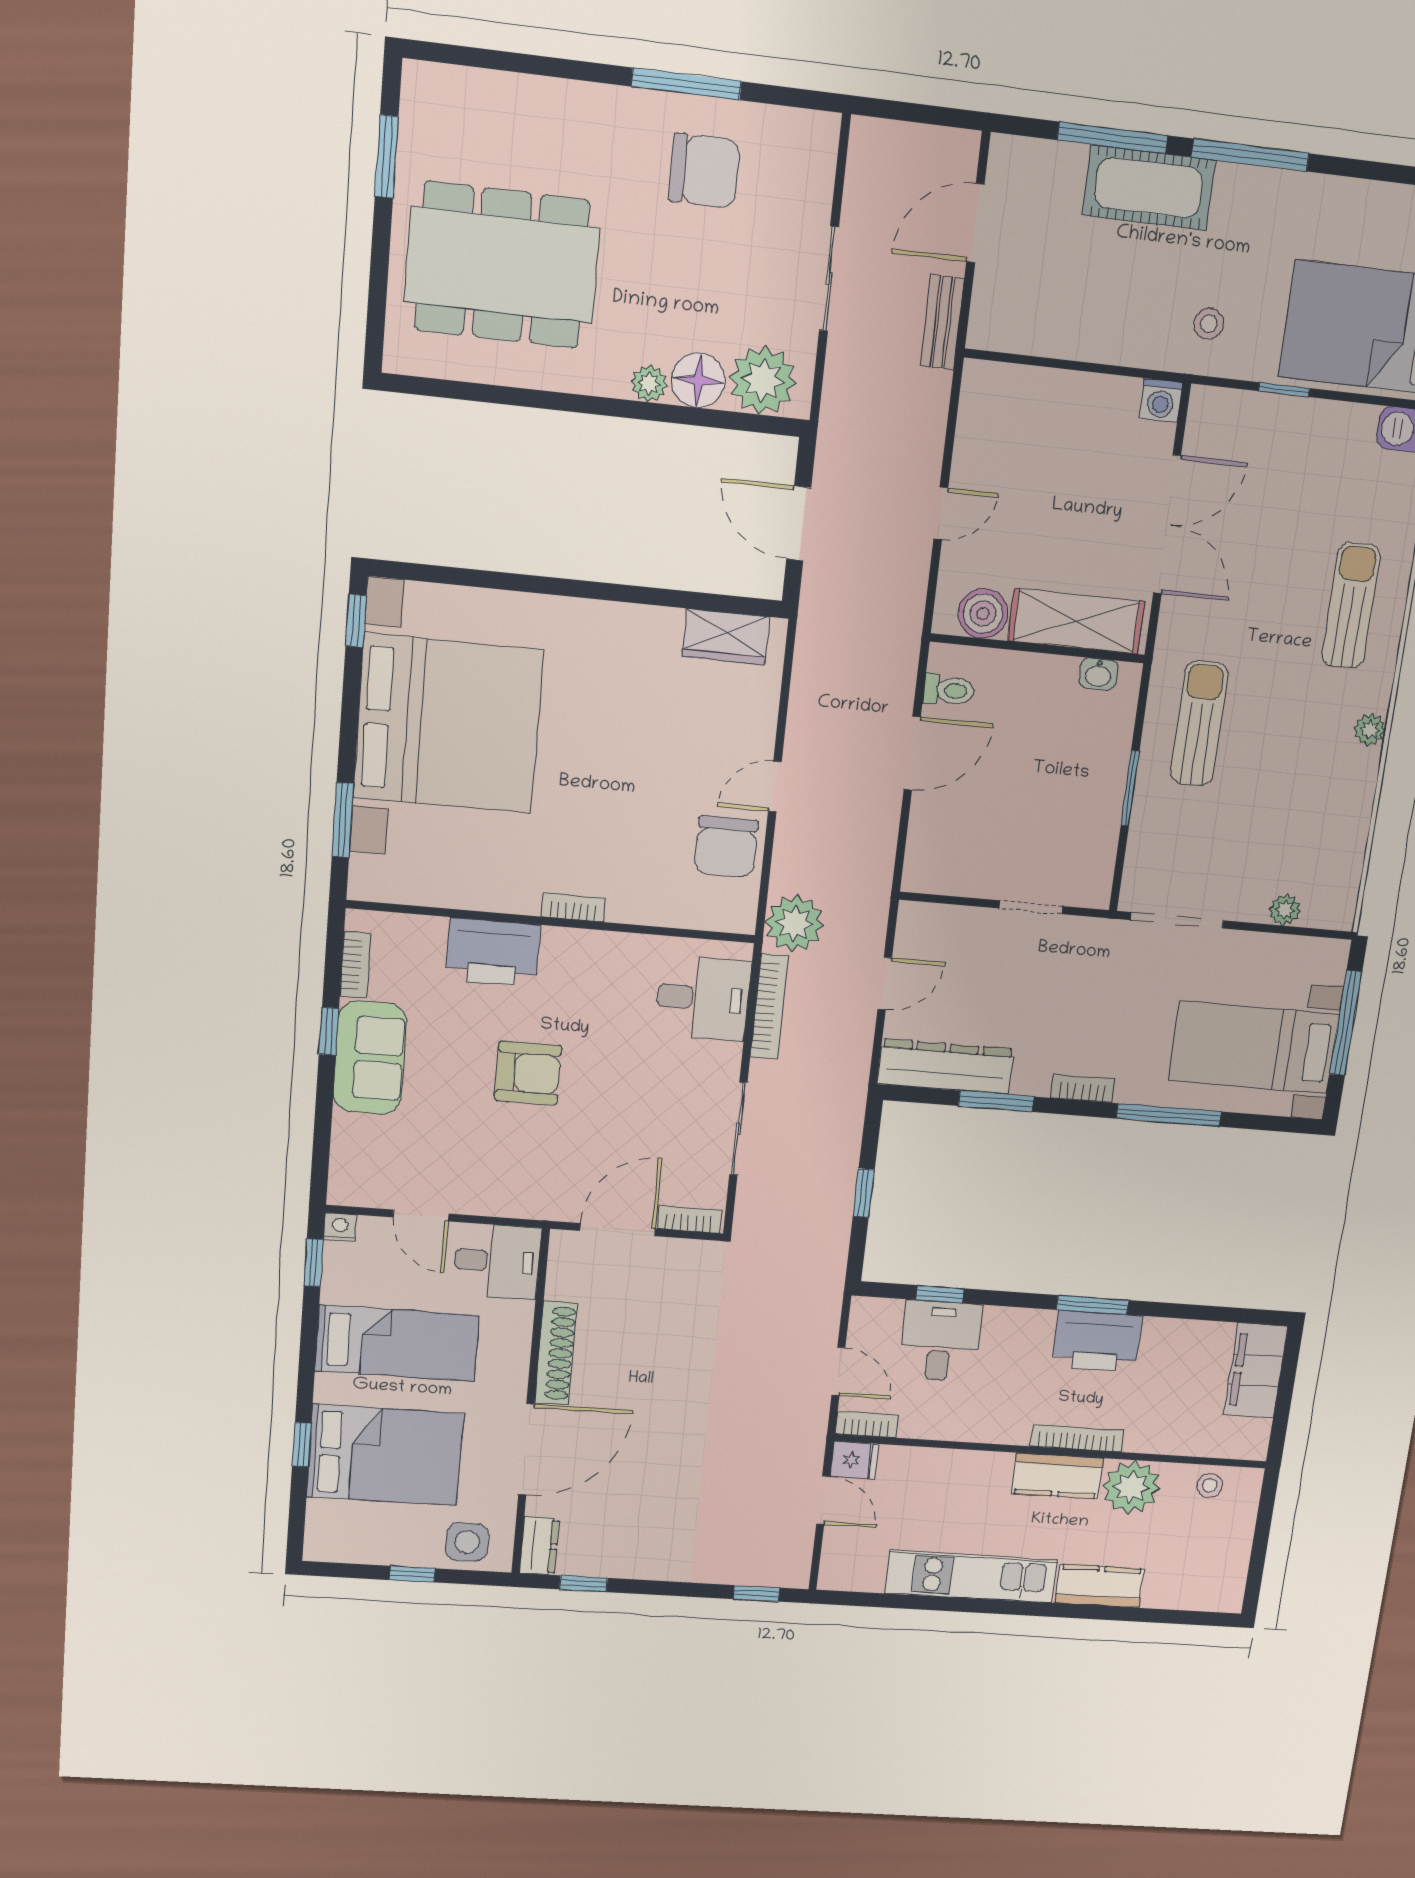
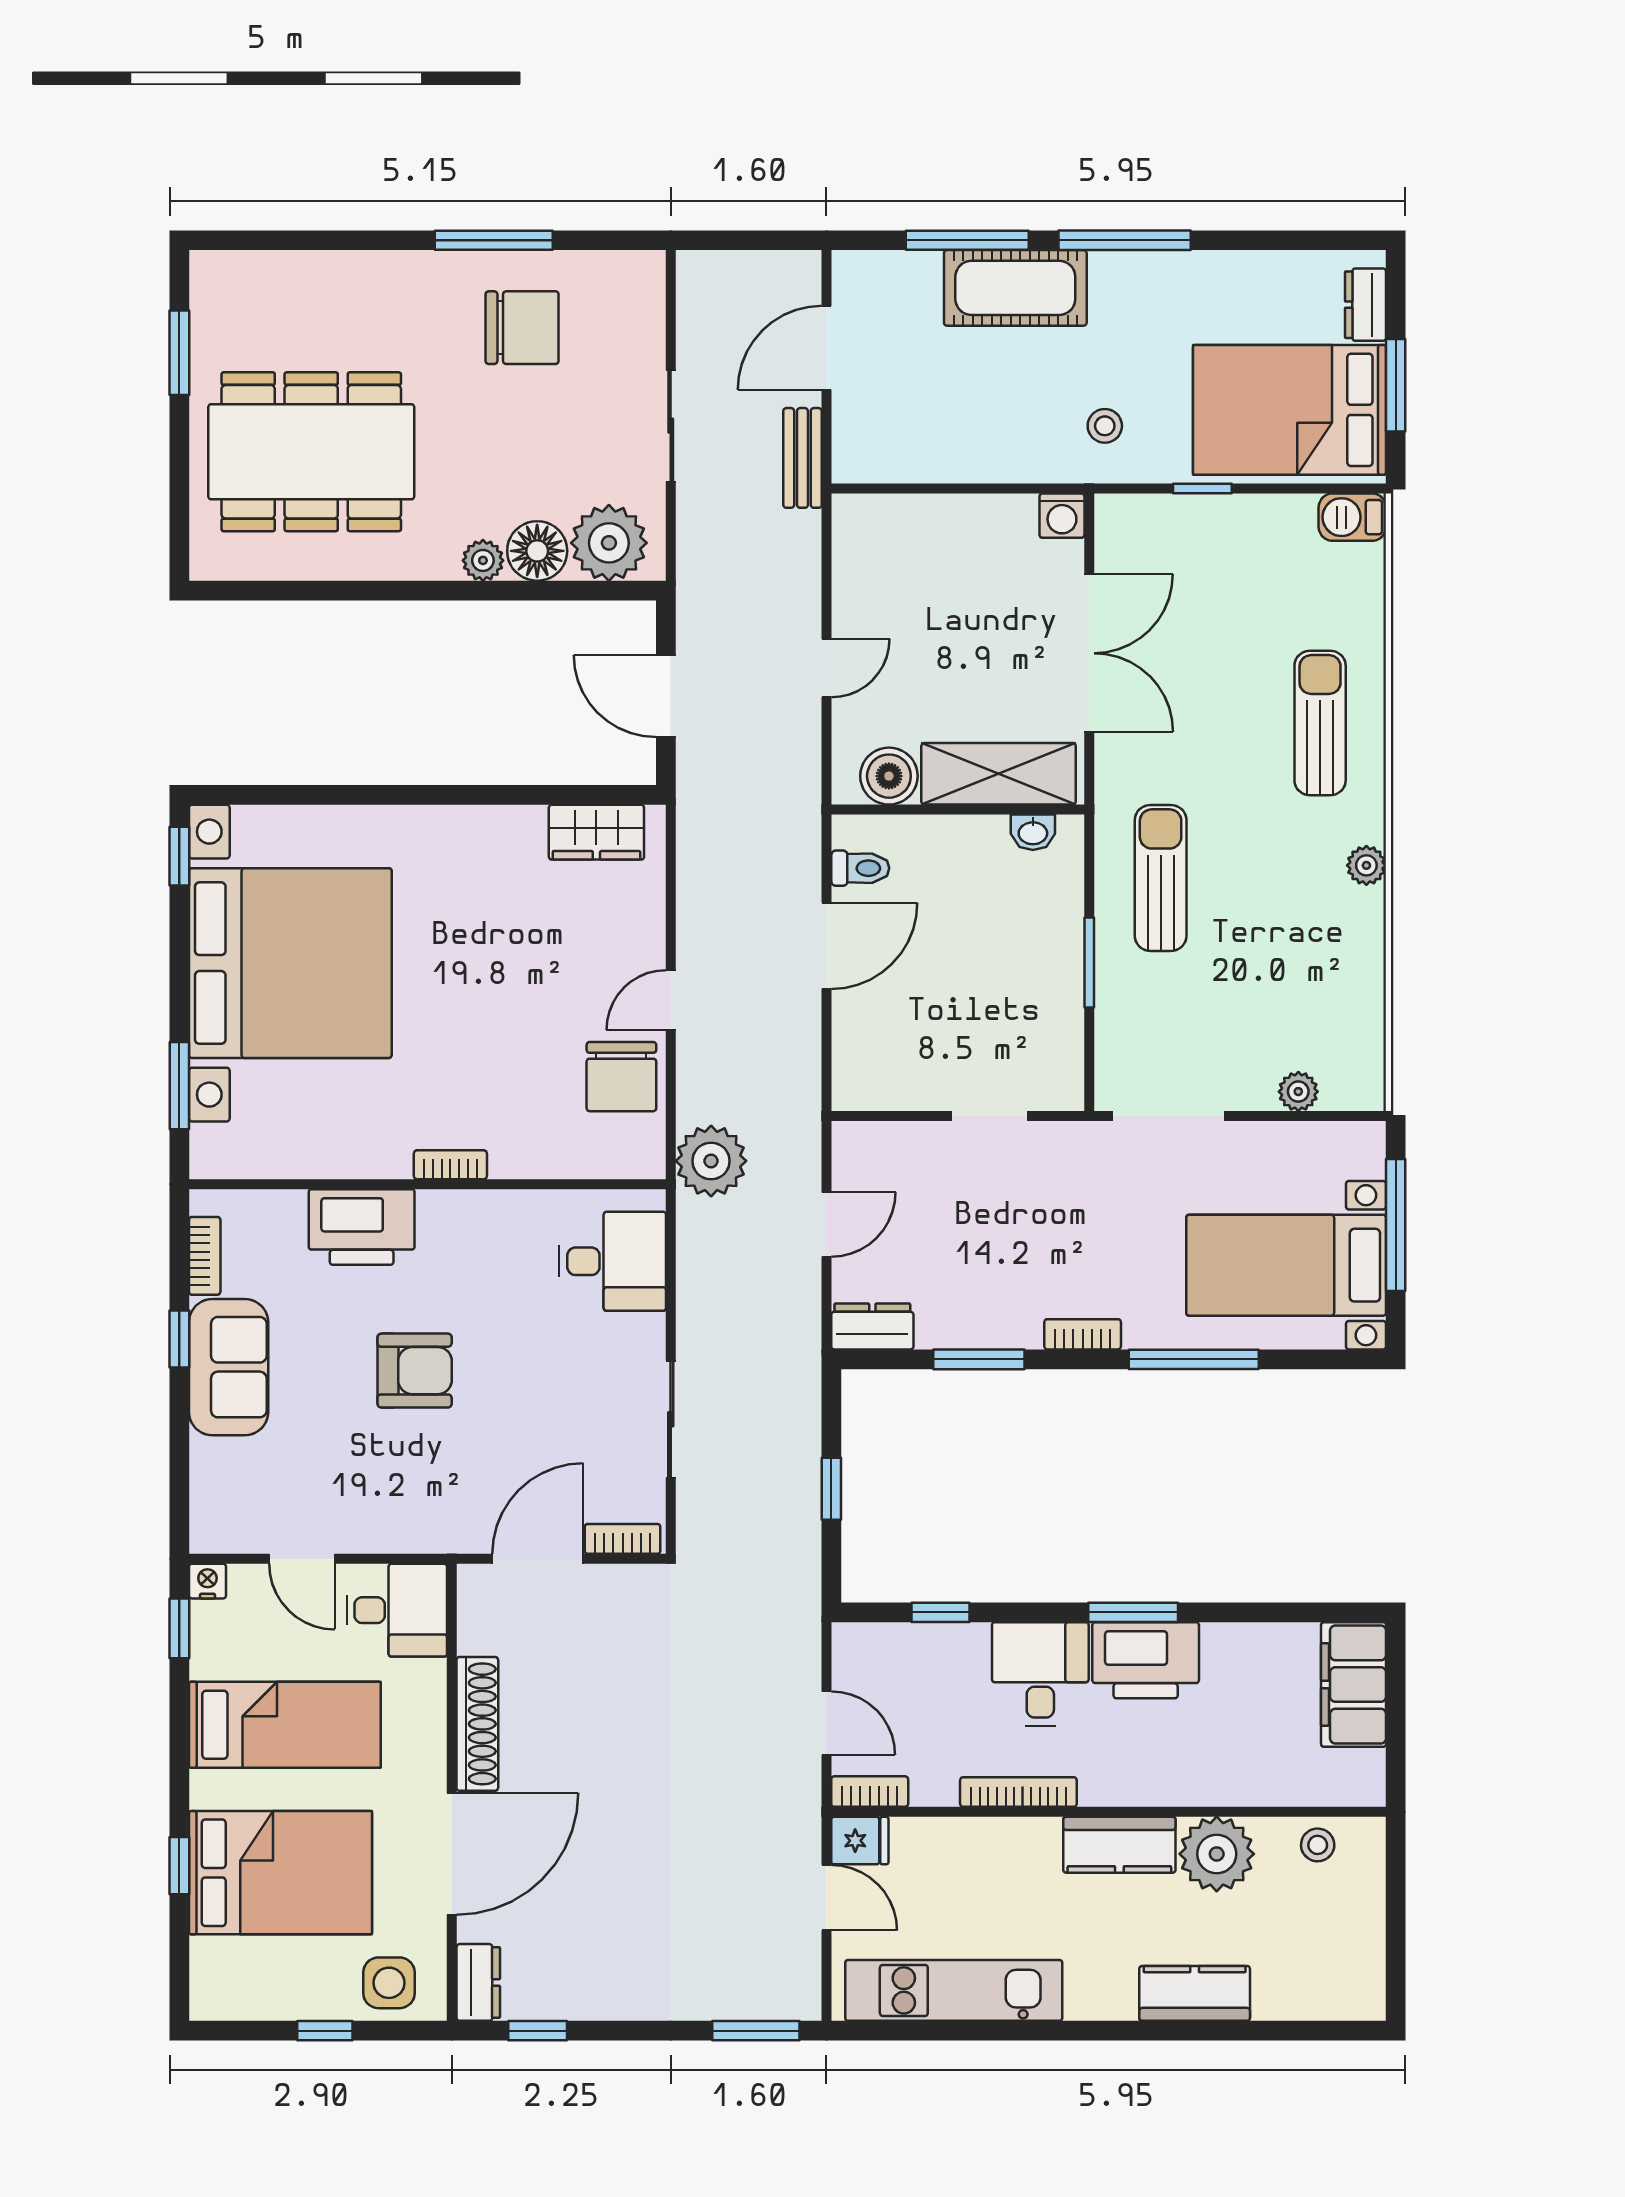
bookcase: (769, 1006) -> (692, 1264), removed
dresser: (945, 1067) -> (872, 1326), width x0.51, depth x0.80
desk: (940, 1341) -> (1040, 1674), moved
bookcase: (1077, 1438) -> (1018, 1792), moved
kitchen unit: (971, 1577) -> (954, 1990), moved
window: (756, 1593) -> (756, 2031), width x1.50

